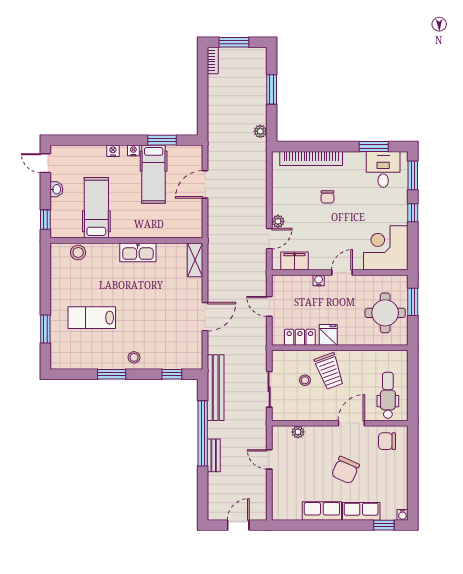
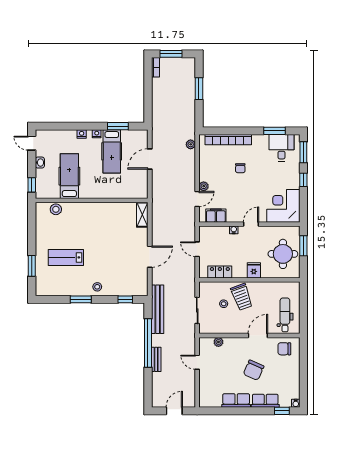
plant: (260, 131) -> (191, 144), moved
kitchen sink: (138, 252) -> (100, 209), removed
fridge: (328, 335) -> (254, 270), moved

